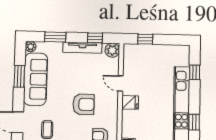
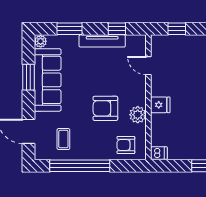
plant: (112, 50) -> (138, 115), moved
door: (121, 83) -> (148, 66), moved
armchair: (84, 104) -> (105, 108), turned 180

